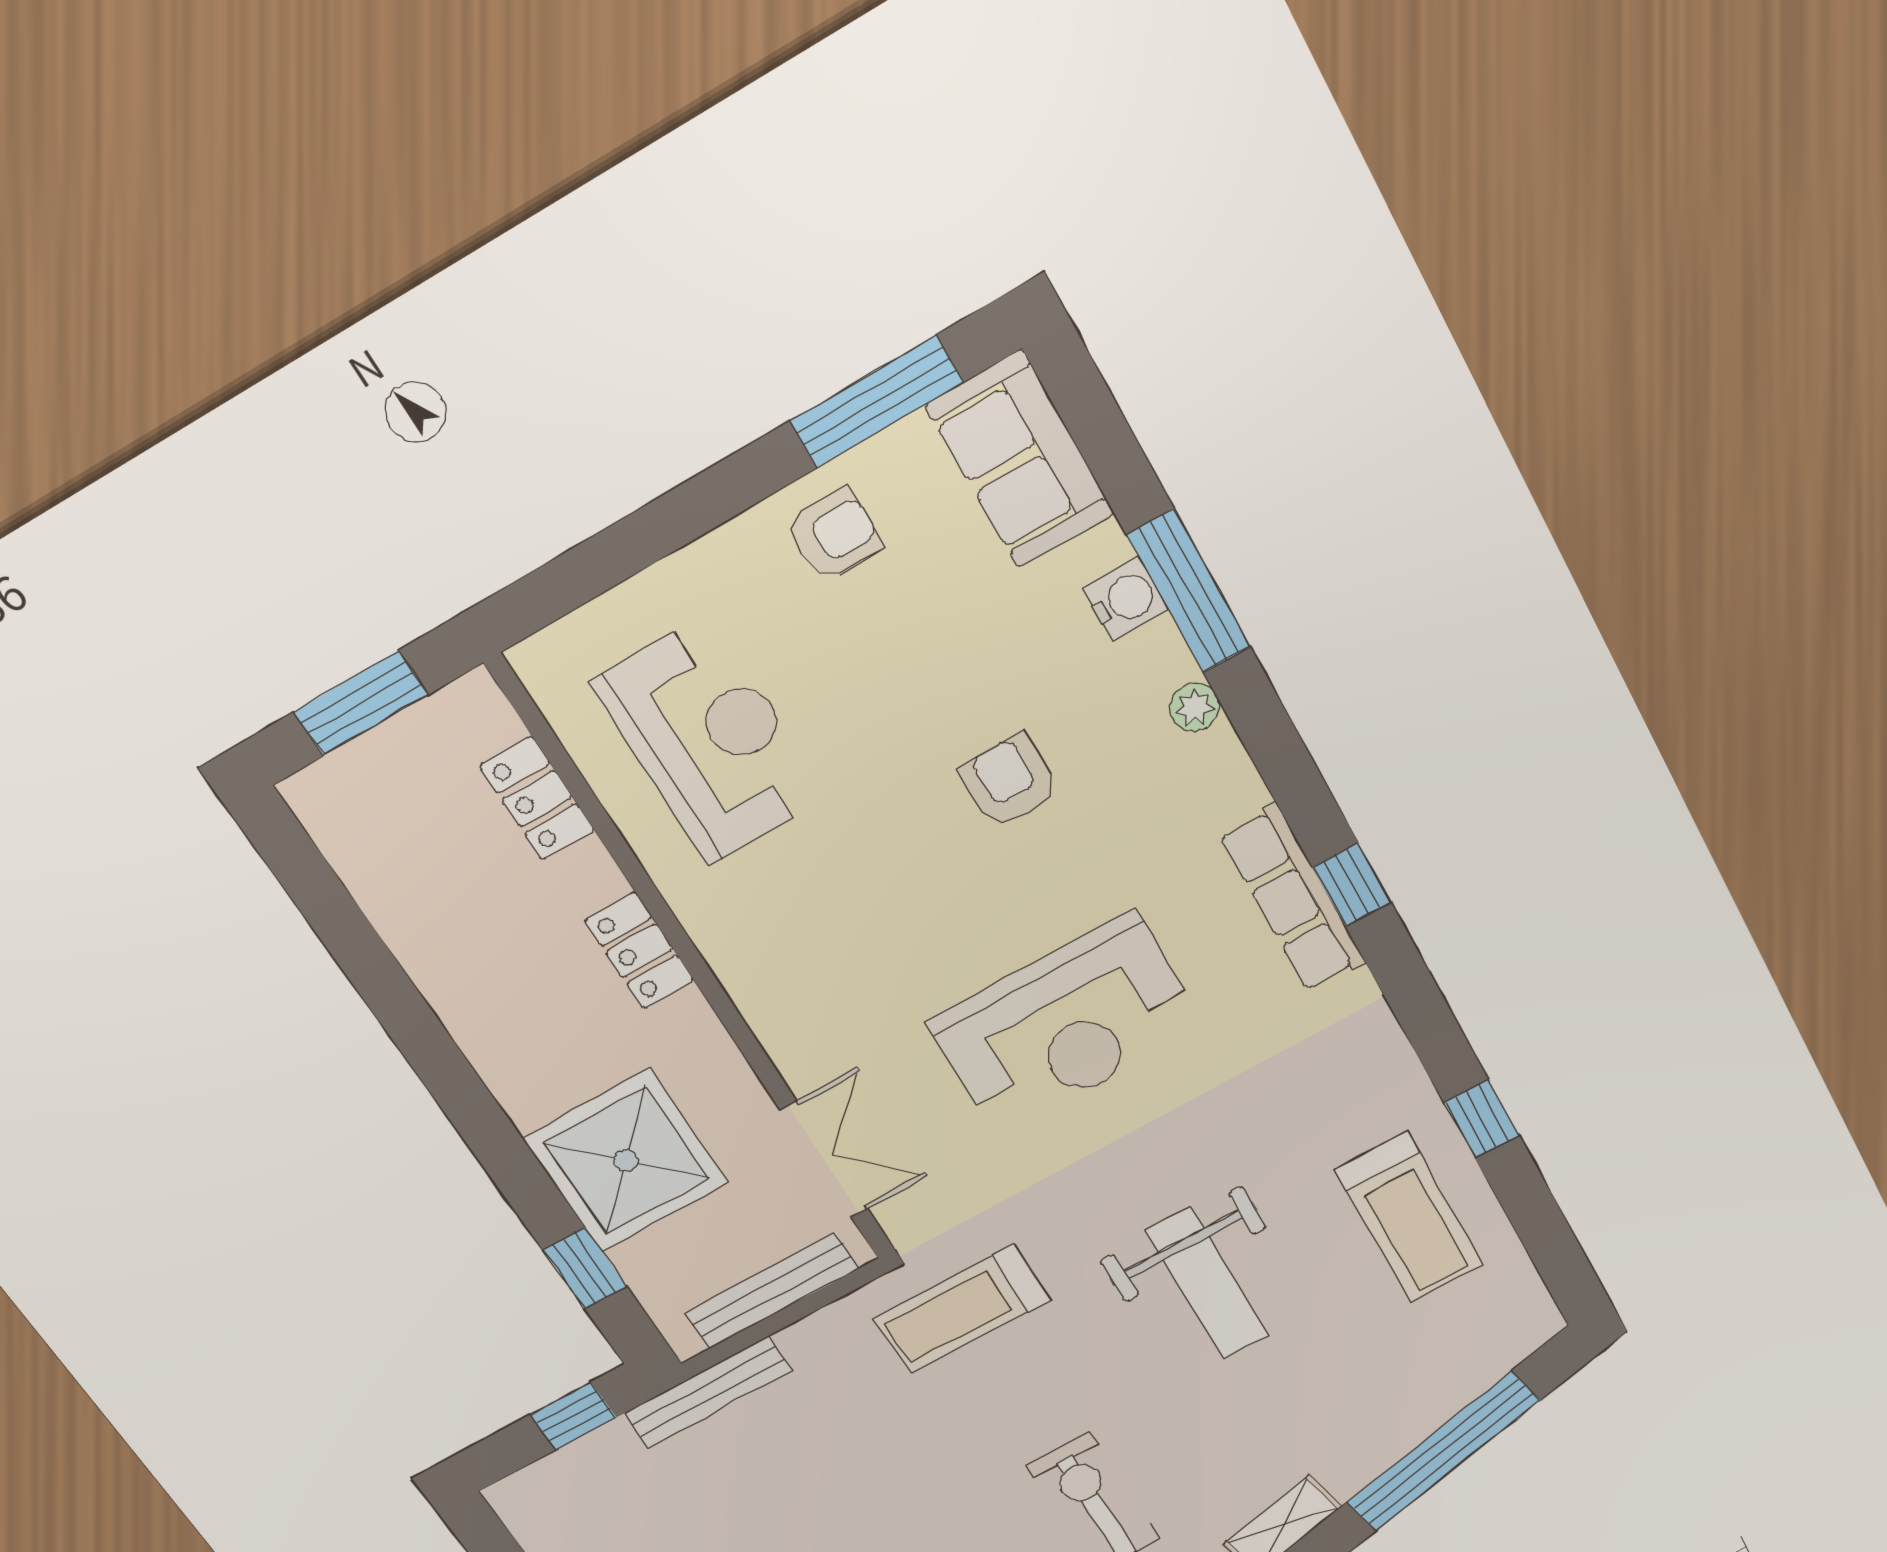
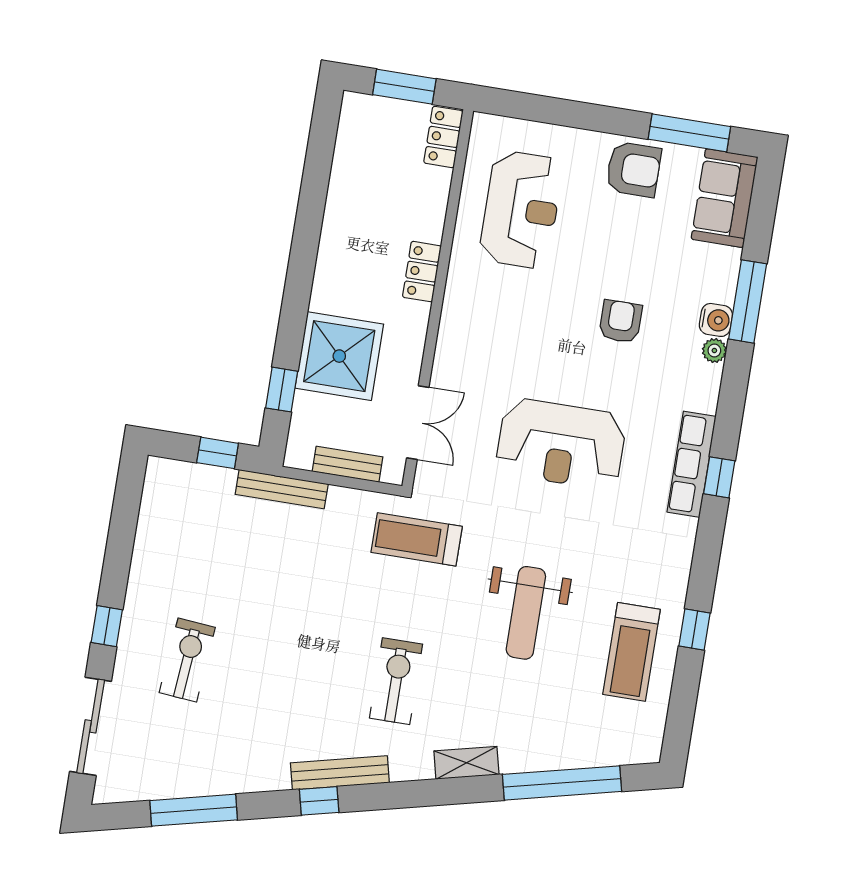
armchair: (834, 535) -> (633, 169), width x1.38, depth x1.38
water cooler: (1126, 599) -> (716, 320), moved
locker: (537, 799) -> (443, 137), moved
bench: (772, 1290) -> (347, 464), width x0.73

